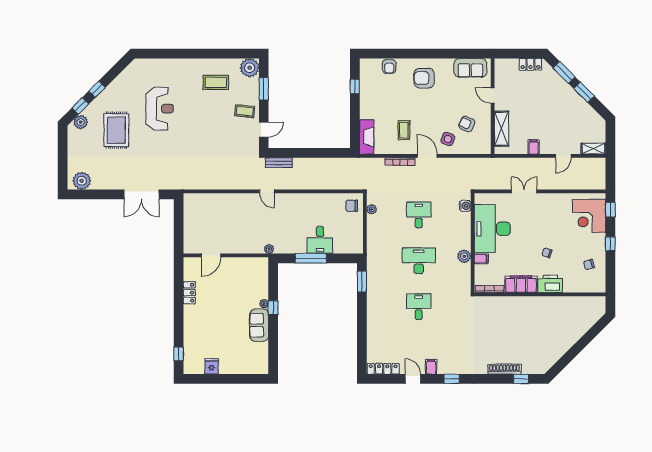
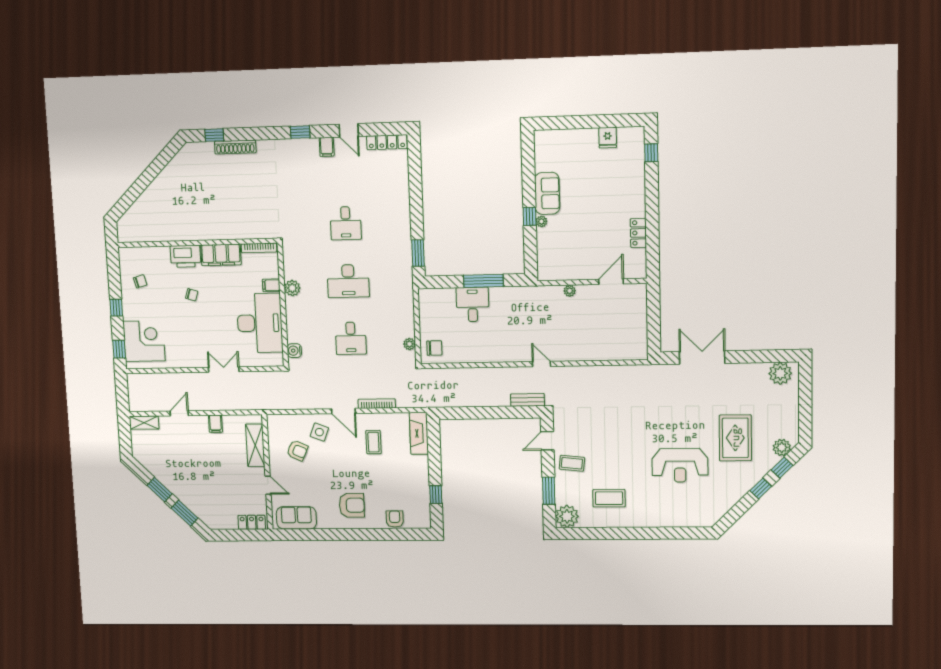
locker: (530, 64) -> (252, 522), moved
reception desk: (160, 109) -> (680, 465), turned -90
double door: (524, 191) -> (224, 370), swing flipped
plant: (269, 249) -> (570, 291), moved

